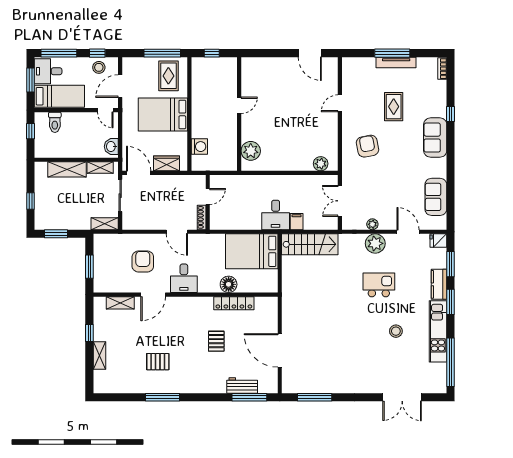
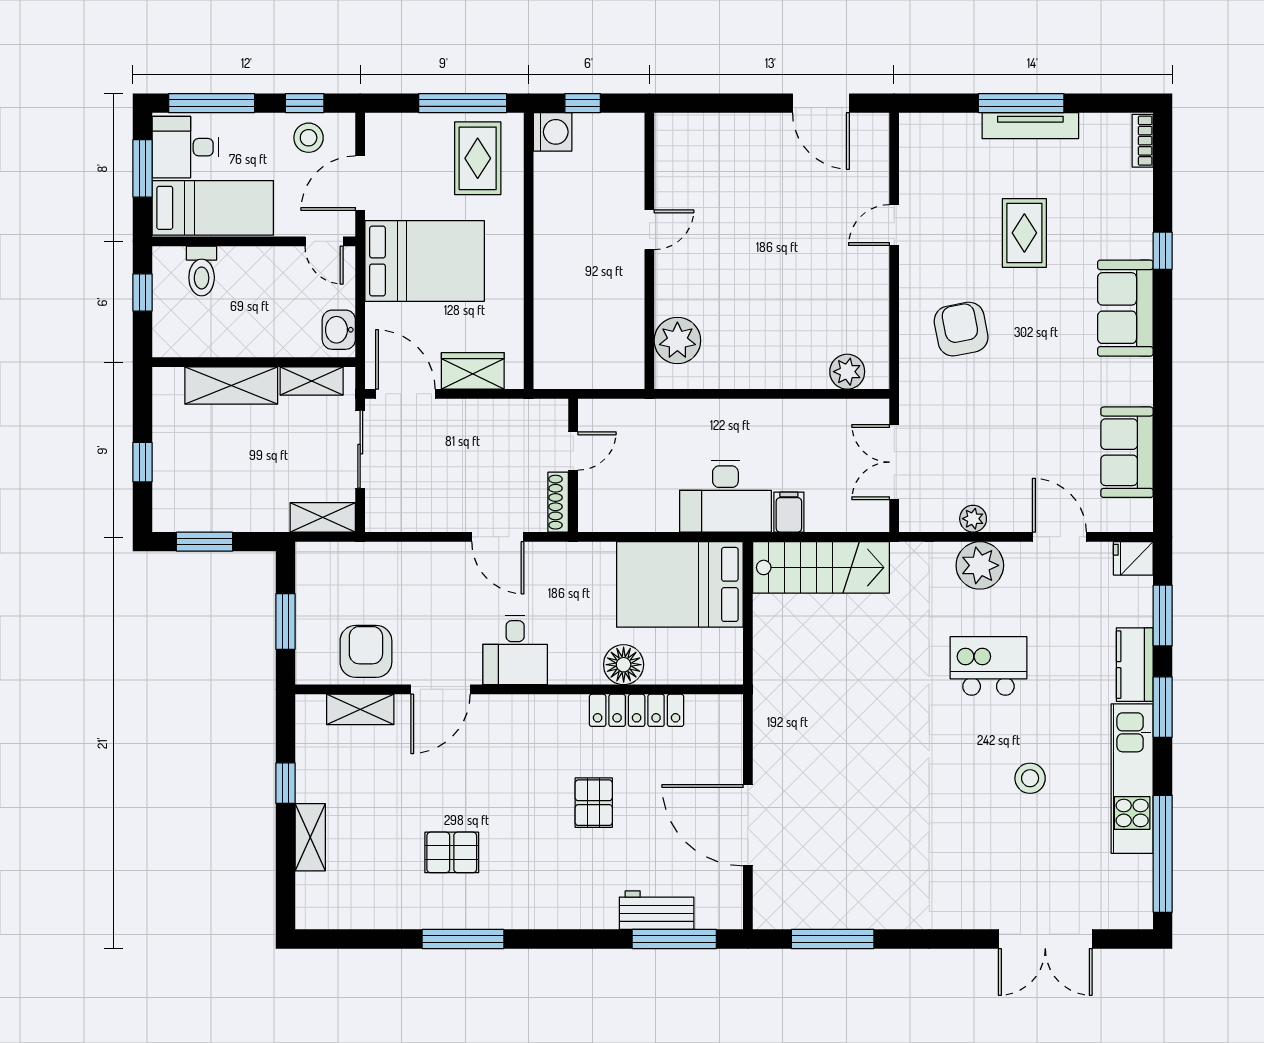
bed: (163, 114) -> (425, 261), moved, turned 180
washing machine: (199, 147) -> (553, 132), moved
desk: (276, 215) -> (725, 496), width x1.37
armchair: (143, 262) -> (366, 651), moved

